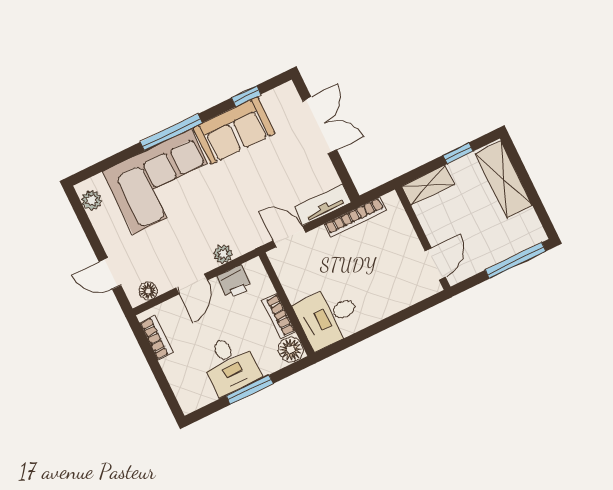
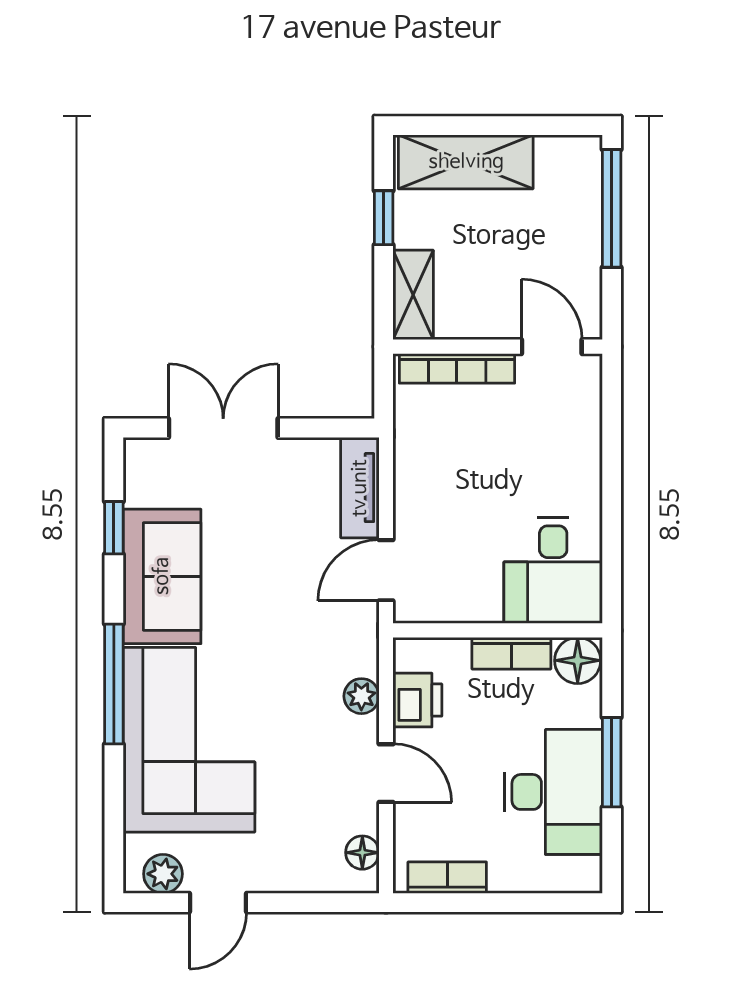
bookcase: (355, 218) -> (457, 368), moved, turned 90
door: (110, 273) -> (218, 903), moved
desk: (230, 365) -> (553, 792), width x1.37

